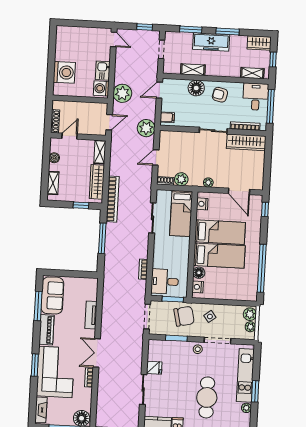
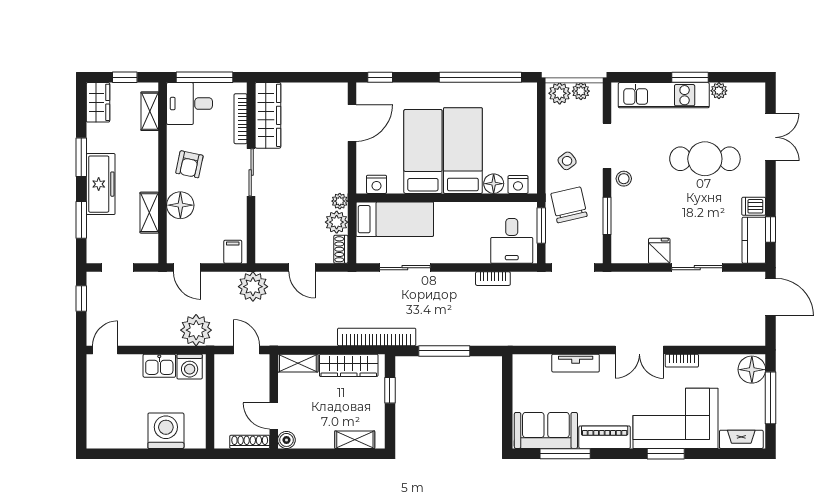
boiler: (54, 158) -> (286, 440), moved
plant: (208, 183) -> (340, 201), moved

